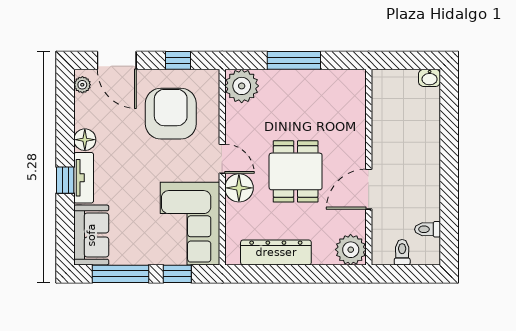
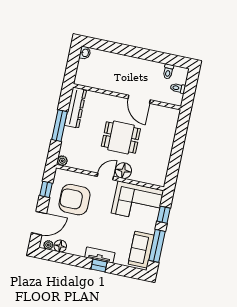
plant: (242, 86) -> (62, 161), width x0.53, depth x0.53
floor lamp: (85, 140) -> (60, 246), moved
sofa: (91, 235) -> (141, 250), moved, turned -90
plant: (351, 250) -> (170, 116), removed
dresser: (276, 252) -> (76, 108), moved, turned 180

